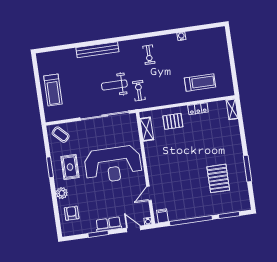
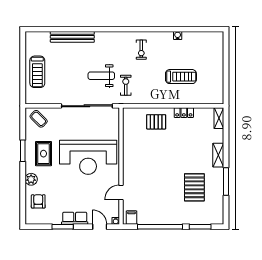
bench: (97, 50) -> (72, 37), moved
treadmill: (200, 83) -> (181, 77), moved
shelving: (147, 129) -> (218, 155), moved

